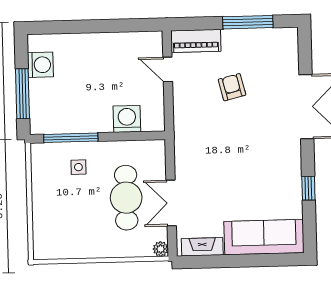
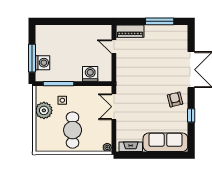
washing machine: (40, 65) -> (42, 63), moved
armchair: (232, 87) -> (175, 99), moved
plant: (46, 186) -> (44, 110), added
cafe table: (126, 198) -> (73, 130), moved
double door: (171, 203) -> (114, 107), moved

